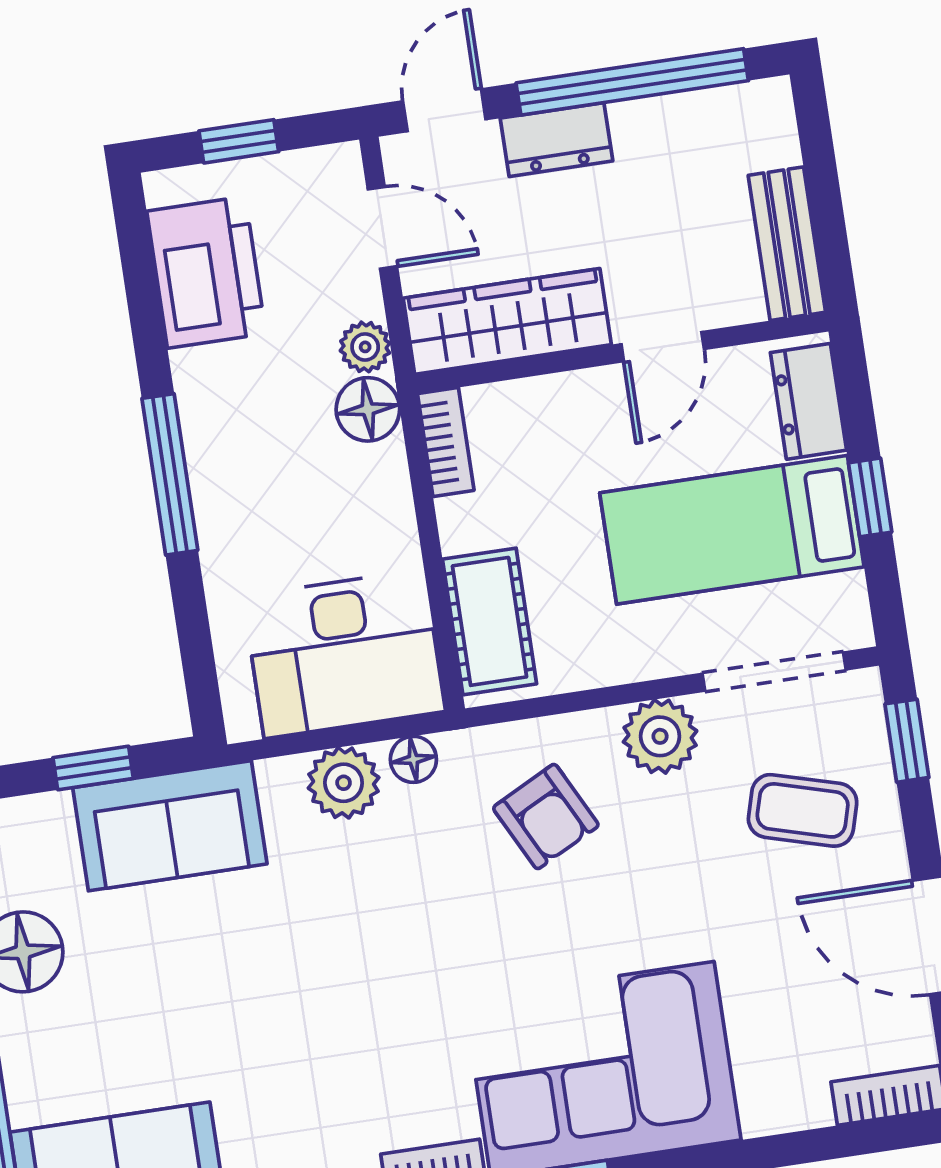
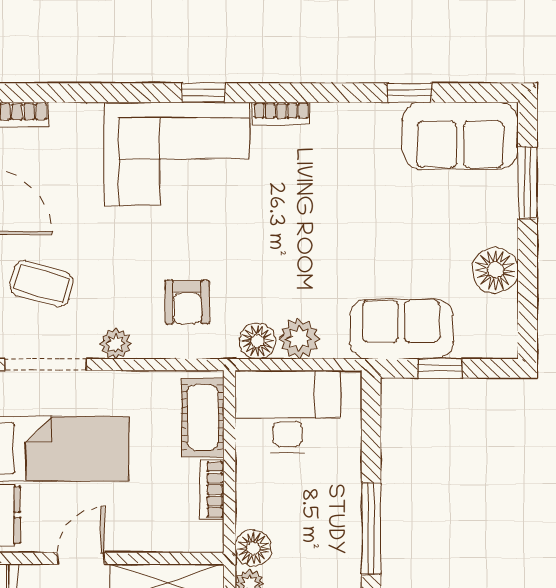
bookcase: (446, 442) -> (212, 490), moved
plant: (660, 736) -> (116, 344), width x0.73, depth x0.73
floor lamp: (413, 759) -> (258, 341), width x1.37, depth x1.37
armchair: (546, 817) -> (187, 302), turned -153

